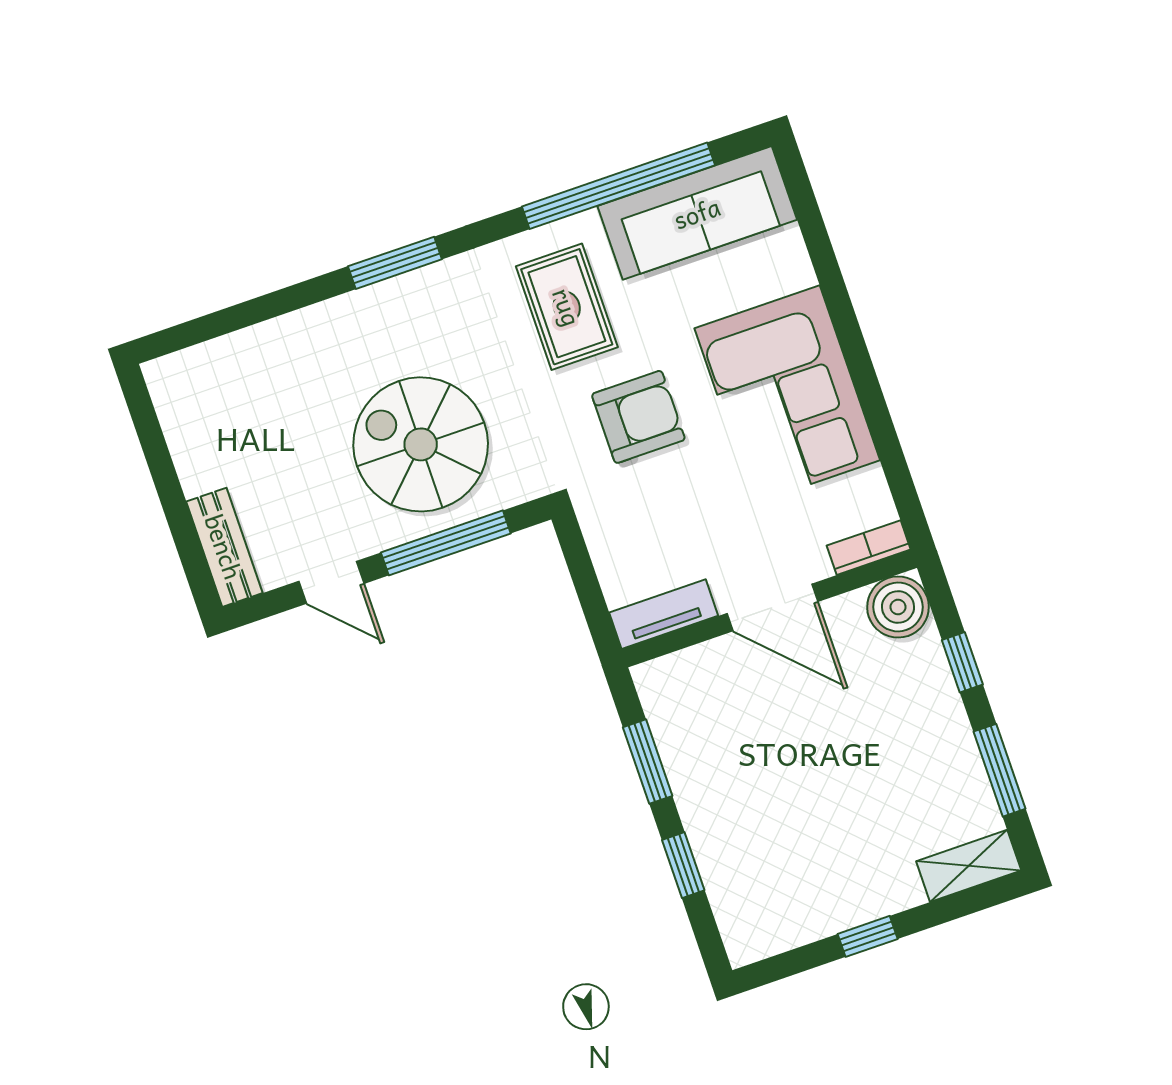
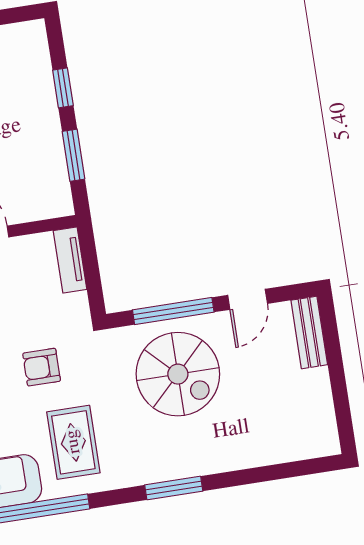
armchair: (638, 417) -> (42, 367), width x0.72, depth x0.72
door: (331, 582) -> (248, 299), swing flipped
tv unit: (664, 614) -> (70, 260), moved, turned 90

